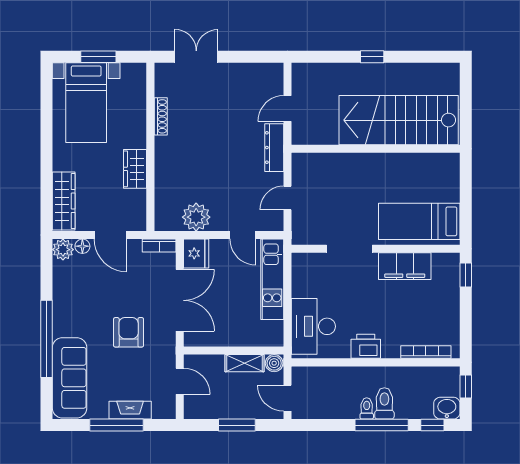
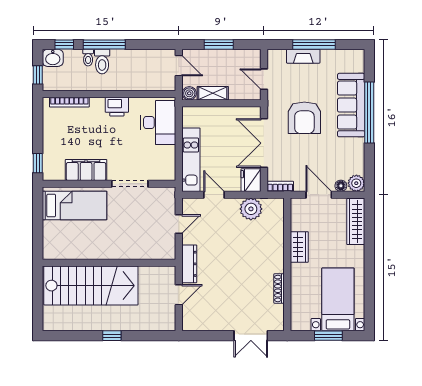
armchair: (129, 332) -> (304, 118), width x1.36, depth x1.36
sofa: (70, 378) -> (351, 105), moved
toilet: (367, 408) -> (88, 58), moved

